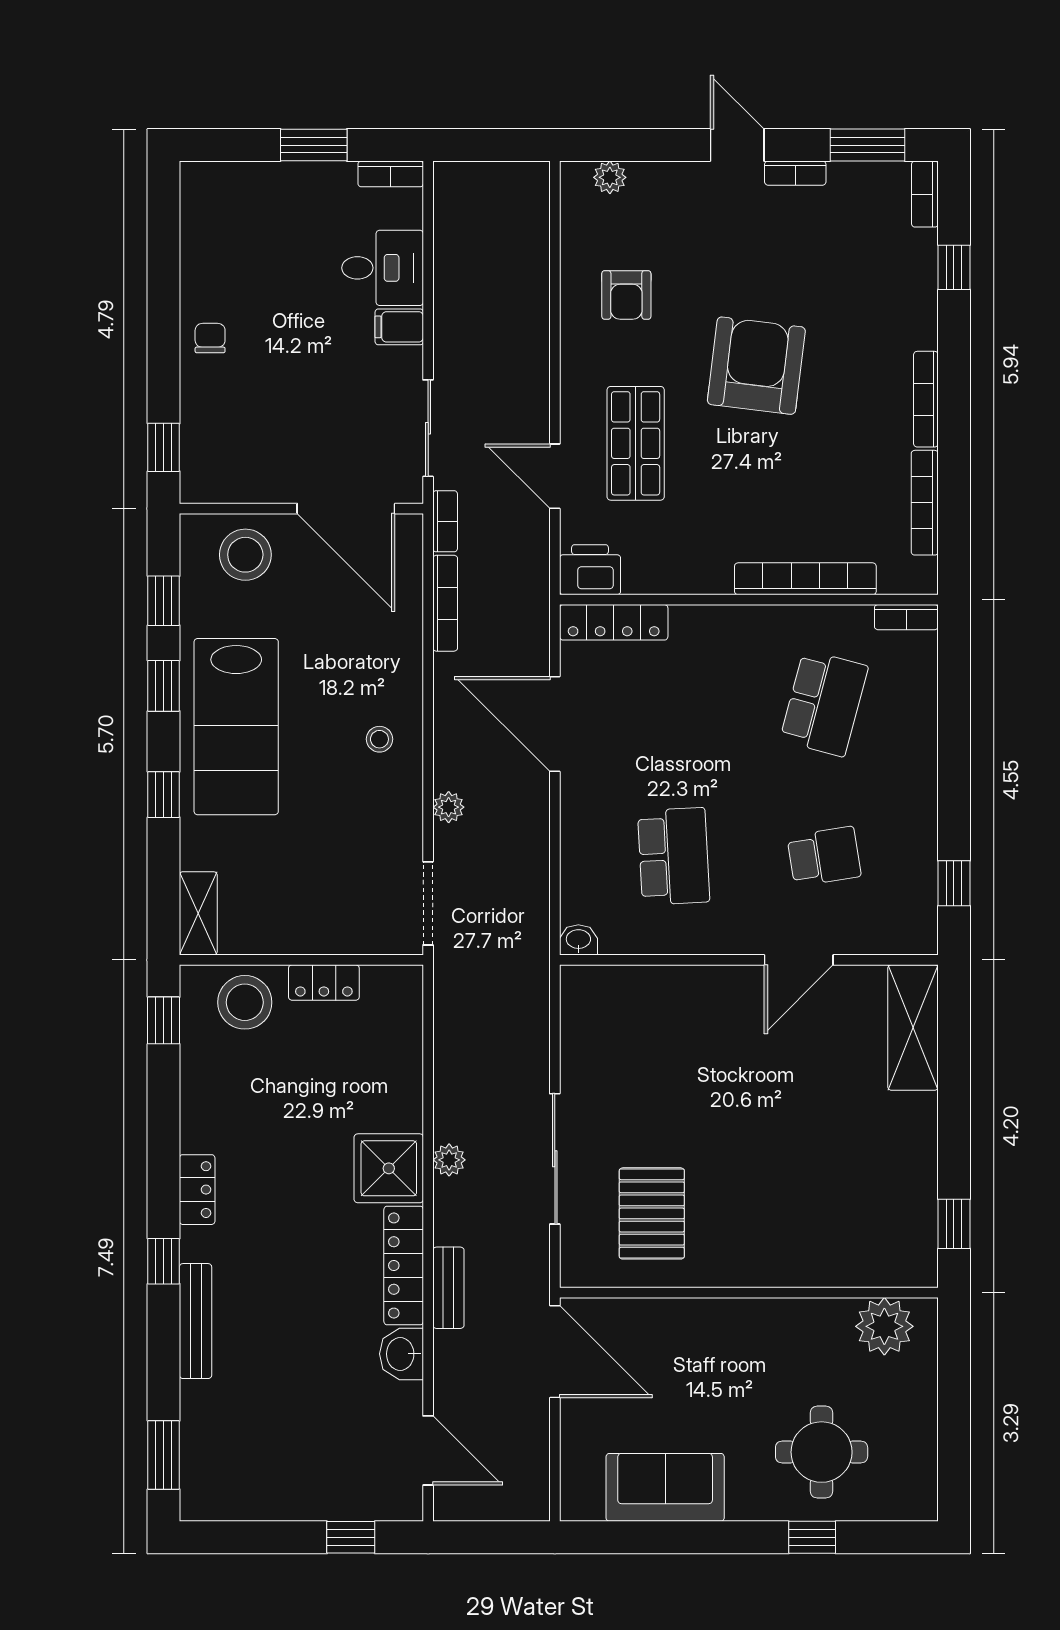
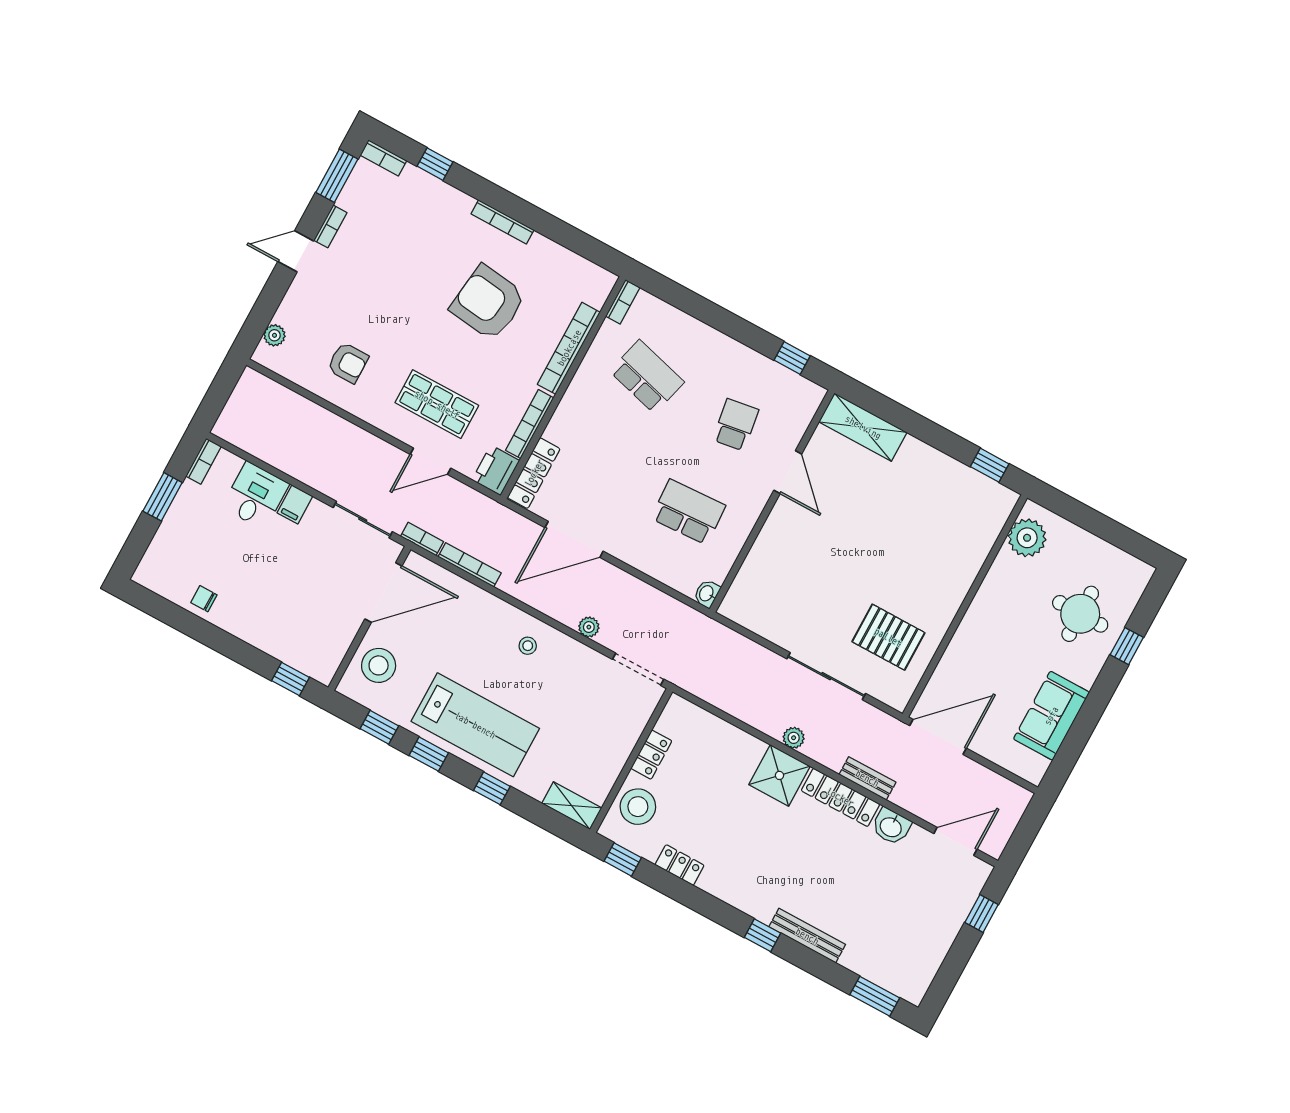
chair: (210, 338) -> (204, 599), moved
armchair: (756, 366) -> (488, 303), moved
bookcase: (925, 503) -> (530, 424), moved, turned 90
locker: (197, 1190) -> (680, 865), moved

